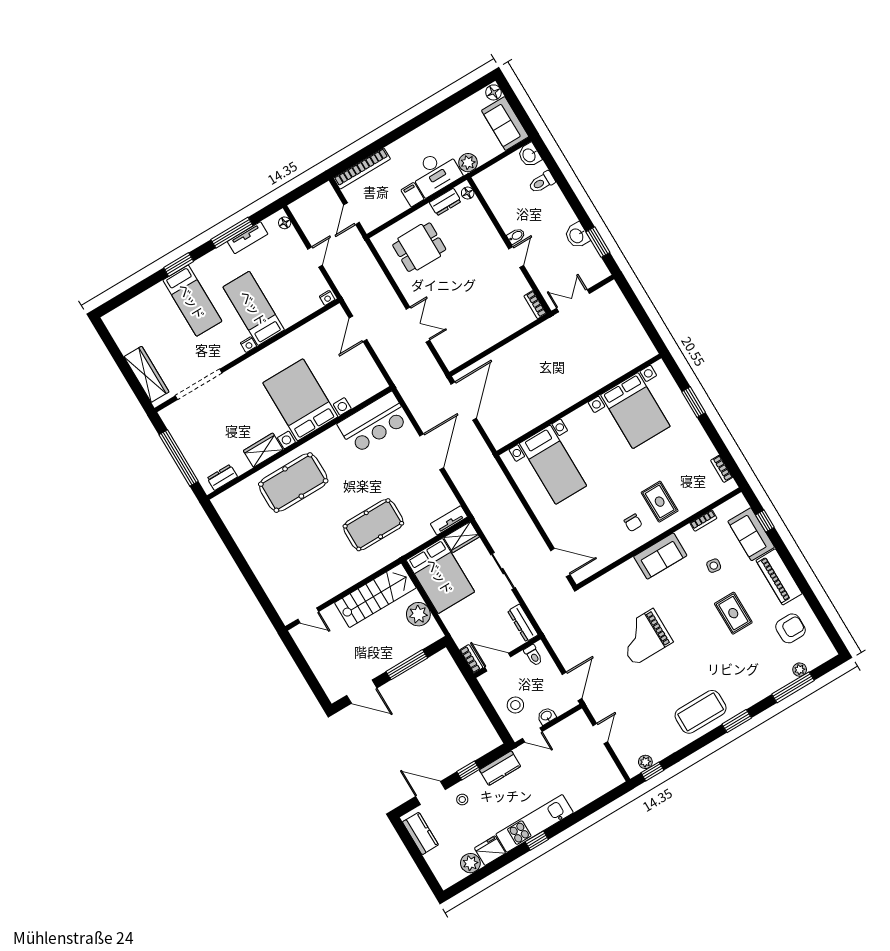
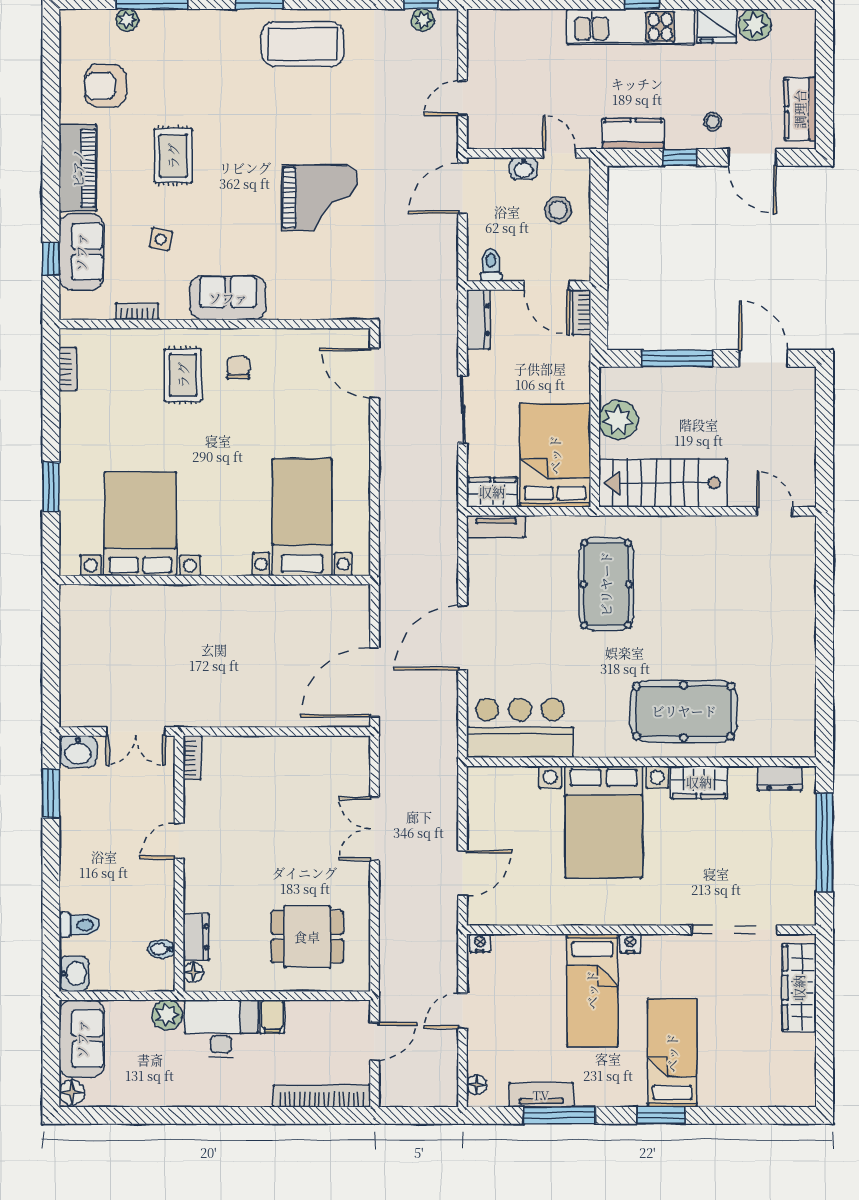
dresser: (445, 202) -> (196, 937), moved, turned 90
bidet: (516, 236) -> (161, 949), moved
washbasin: (577, 236) -> (78, 751), moved, turned 90
pool table: (373, 525) -> (606, 584), turned 90

